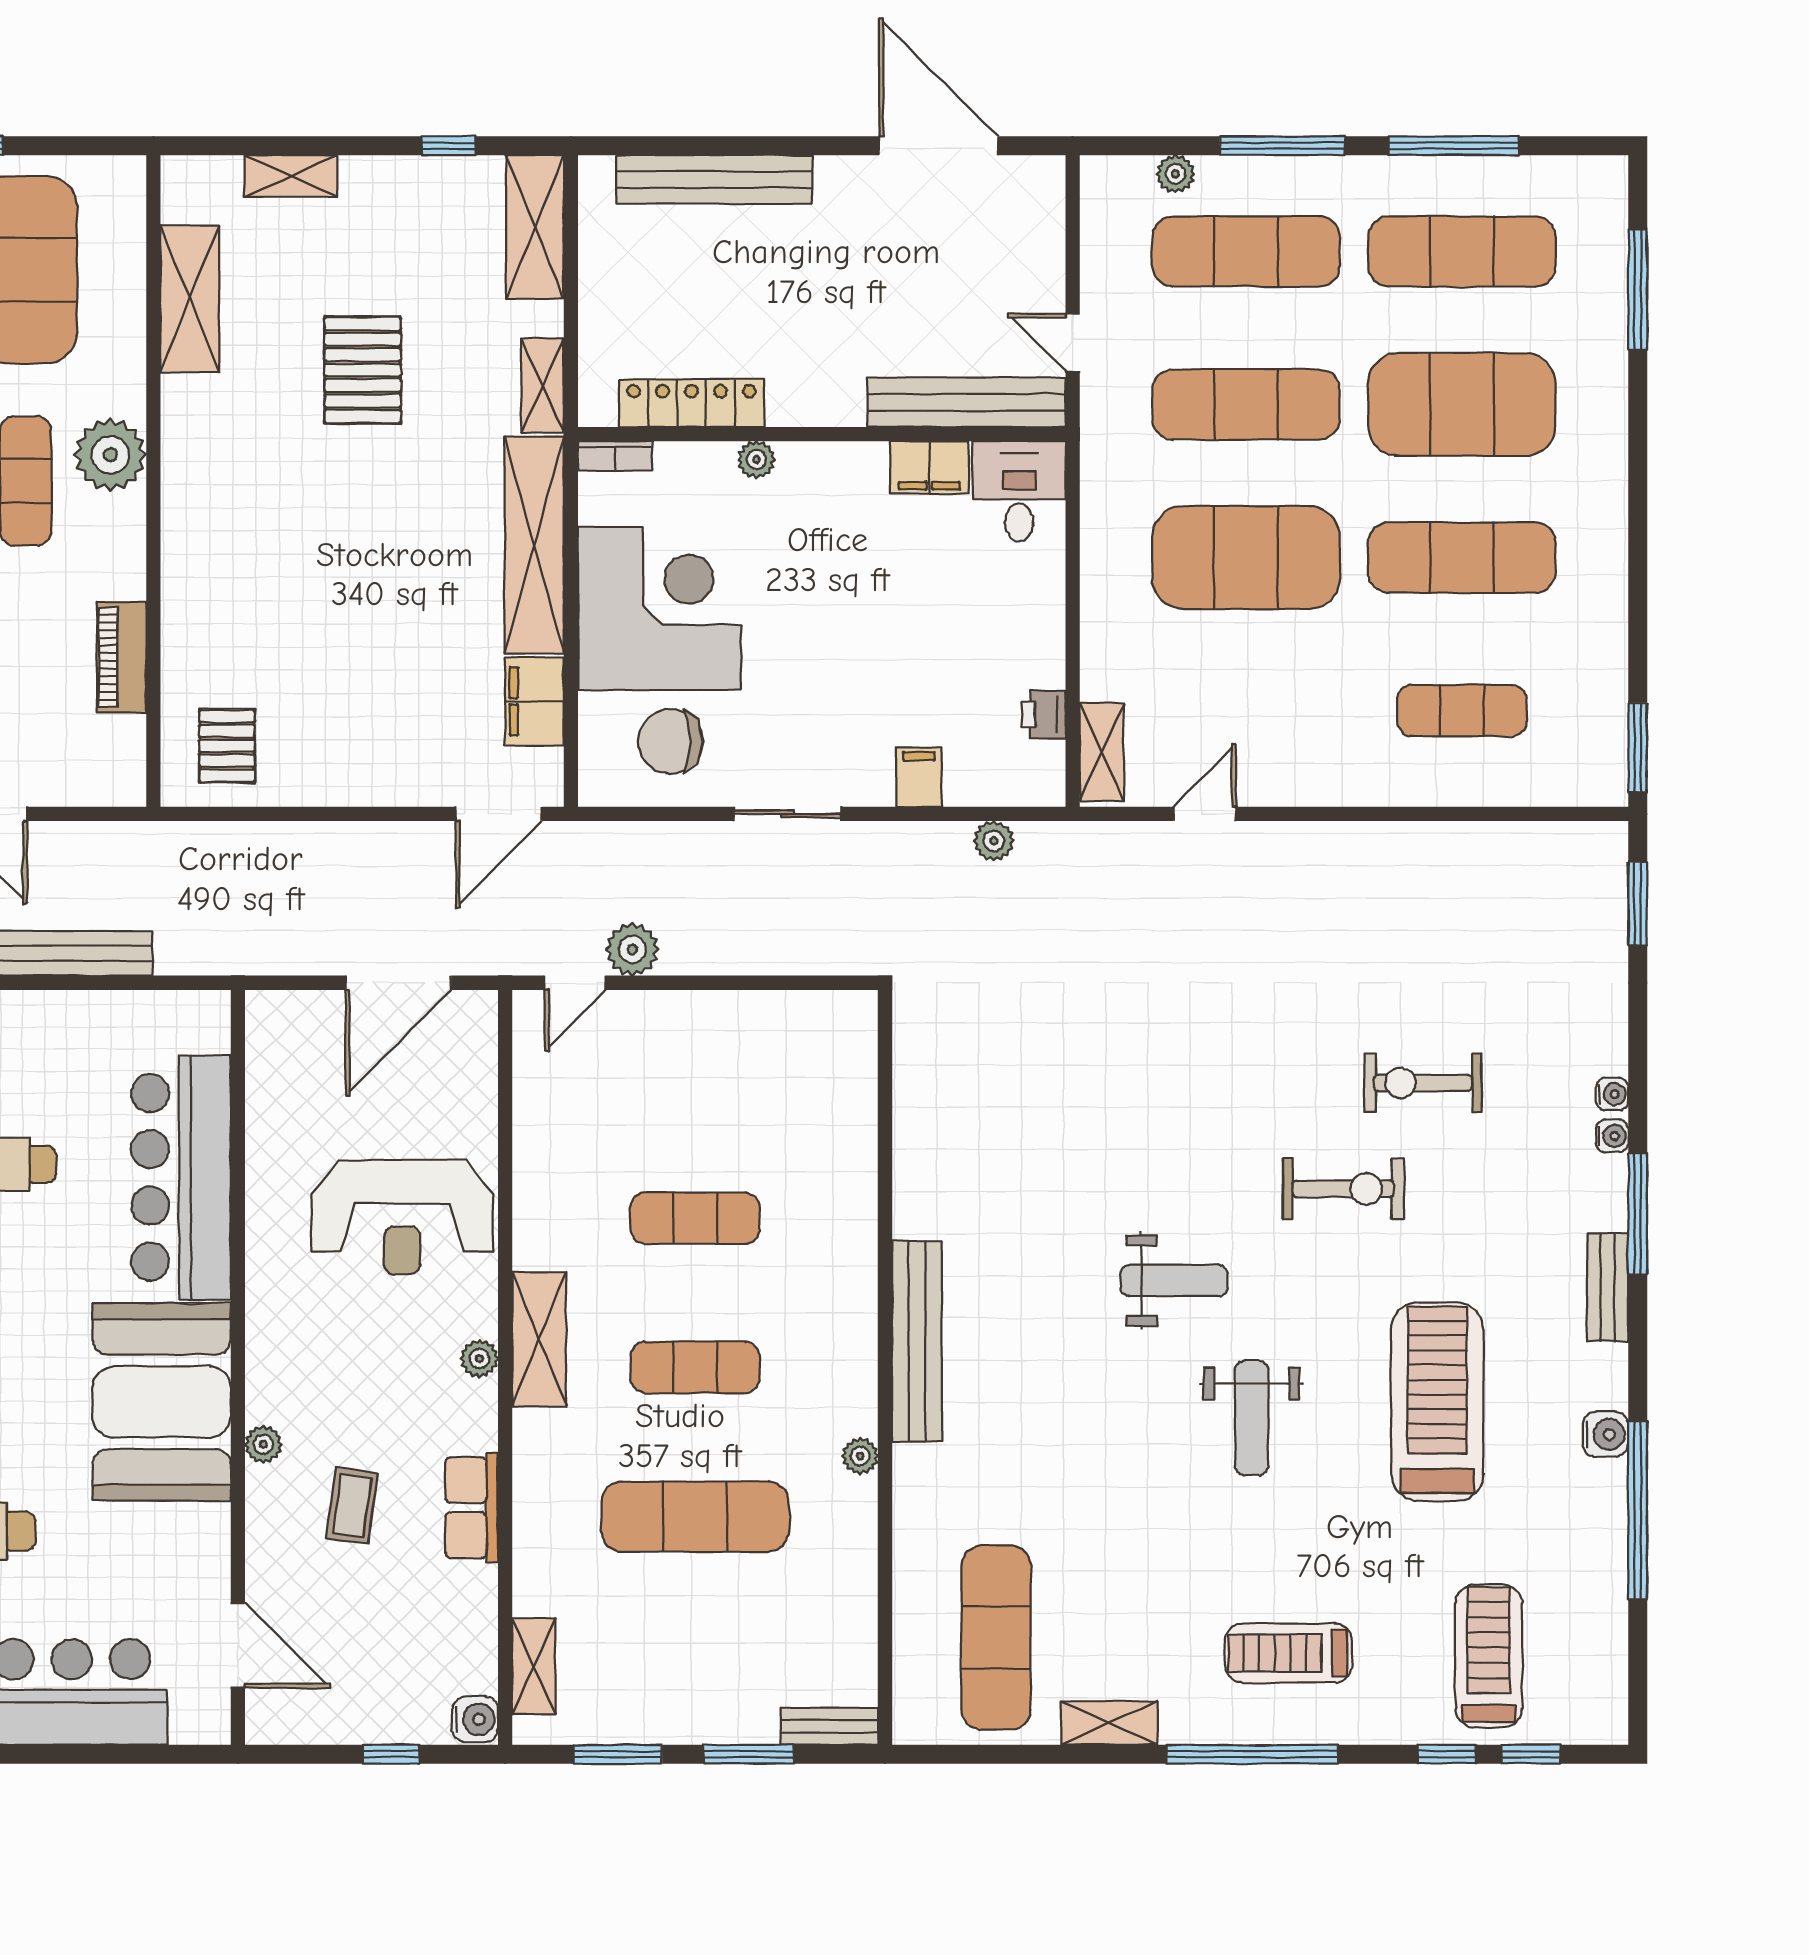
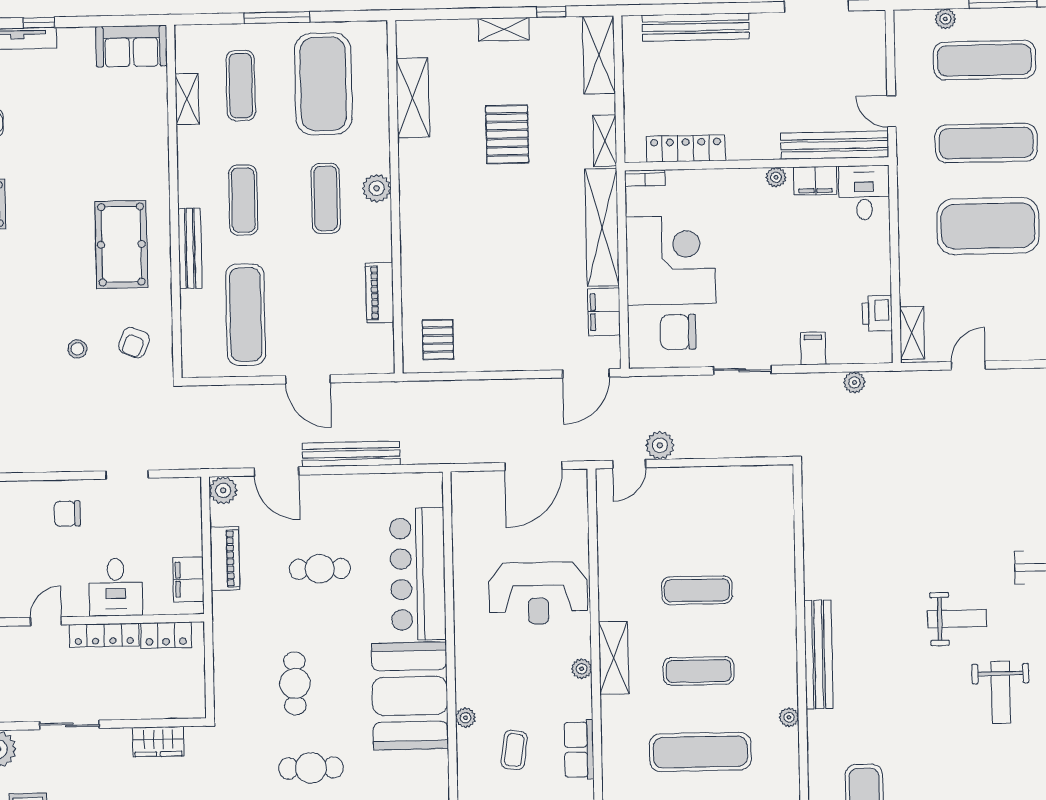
shelving: (291, 176) -> (504, 29), moved
plant: (110, 455) -> (377, 188), width x0.73, depth x0.73
plant: (756, 460) -> (776, 177), moved
printer: (1044, 714) -> (877, 313), width x1.36, depth x1.24

